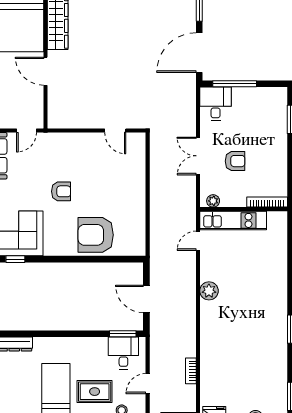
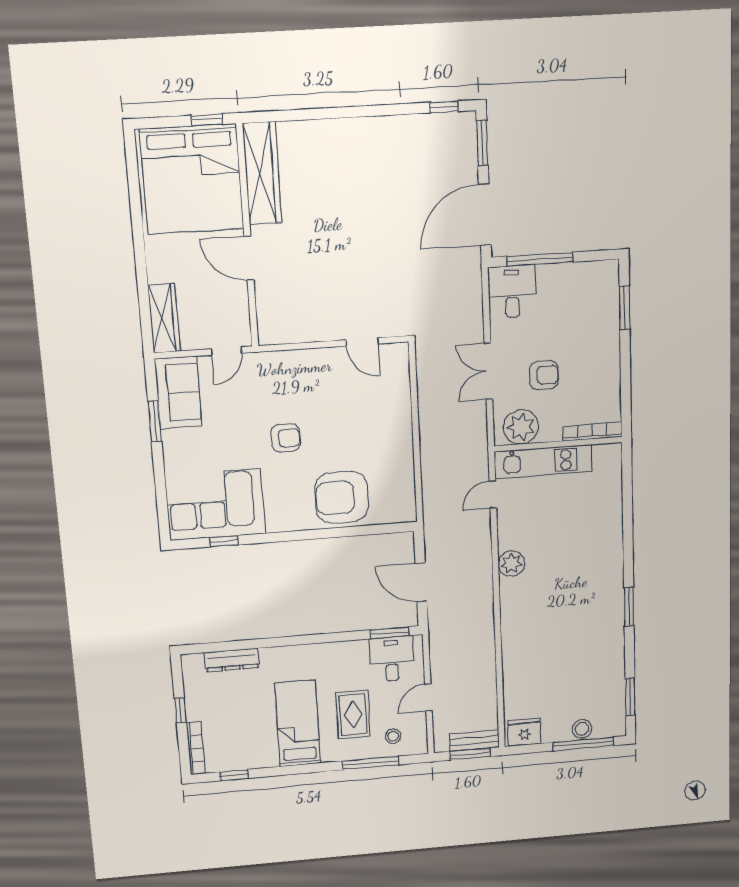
plant: (213, 201) -> (521, 427), width x1.88, depth x1.88
bookcase: (191, 371) -> (489, 675), removed
rug: (95, 392) -> (353, 715), turned 90

